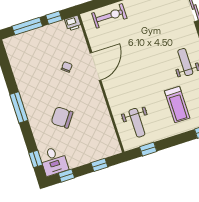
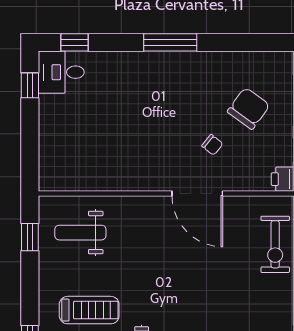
treadmill: (177, 105) -> (89, 310), turned 180
chair: (62, 117) -> (249, 108), moved
window: (99, 165) -> (30, 146), removed

